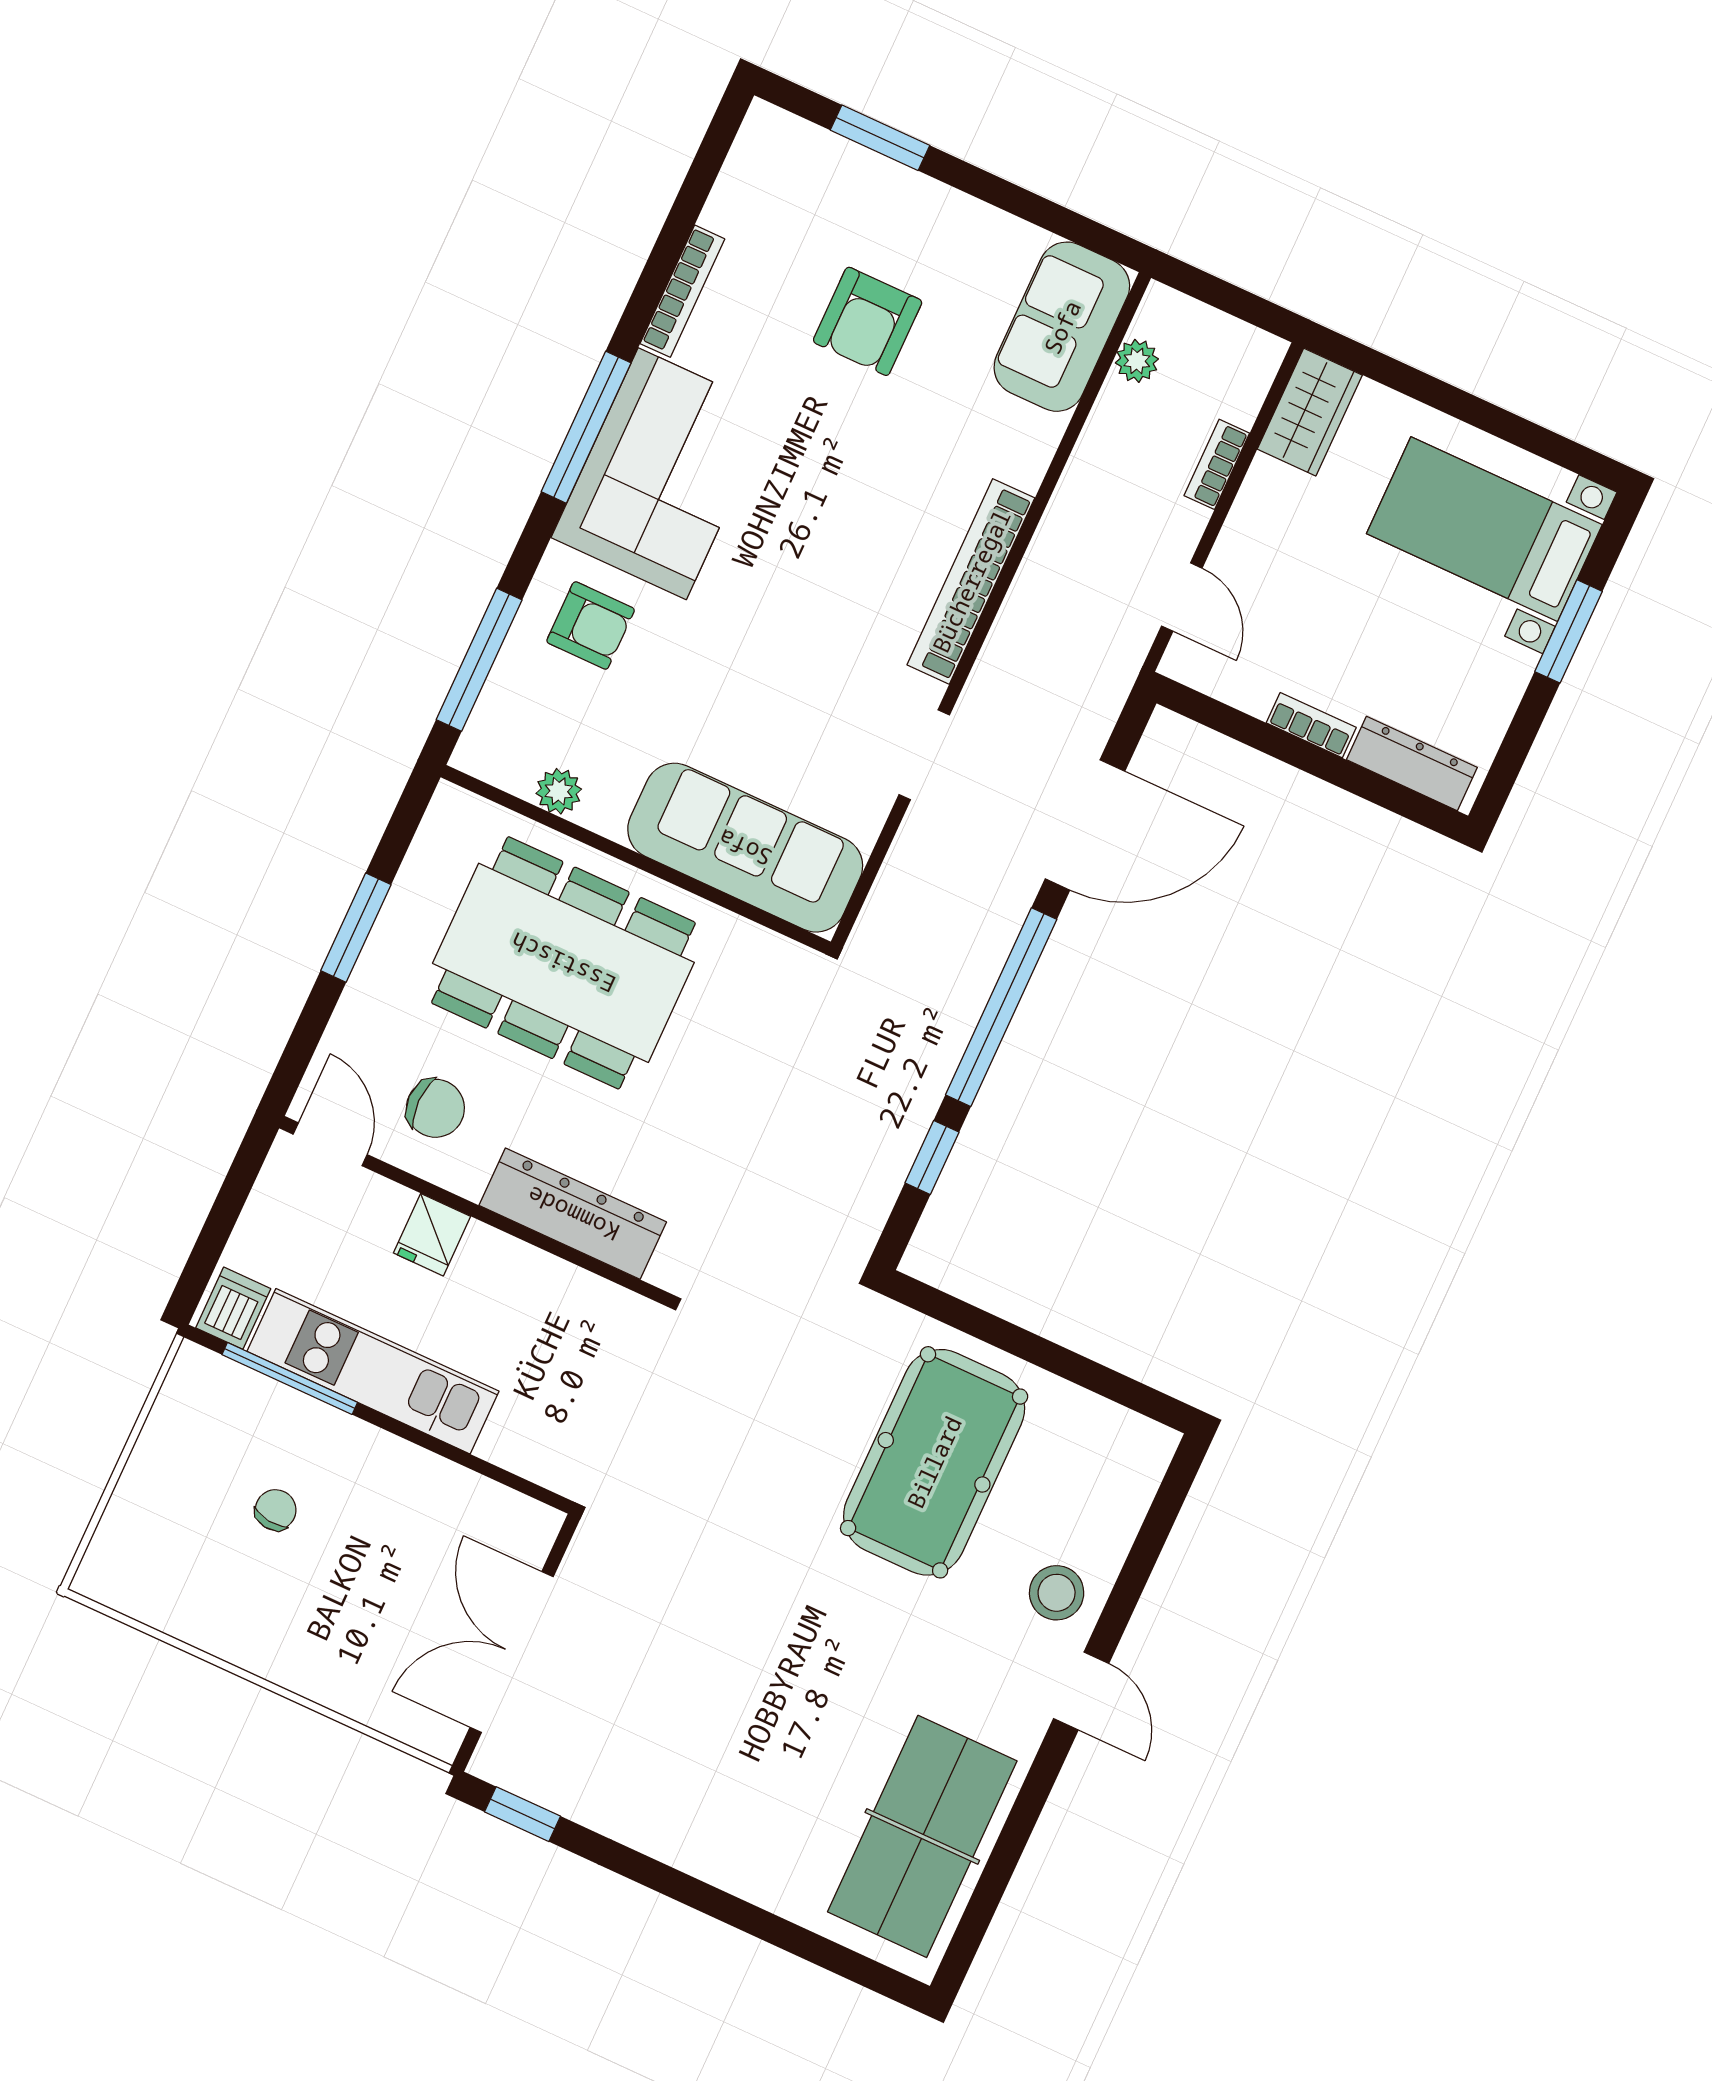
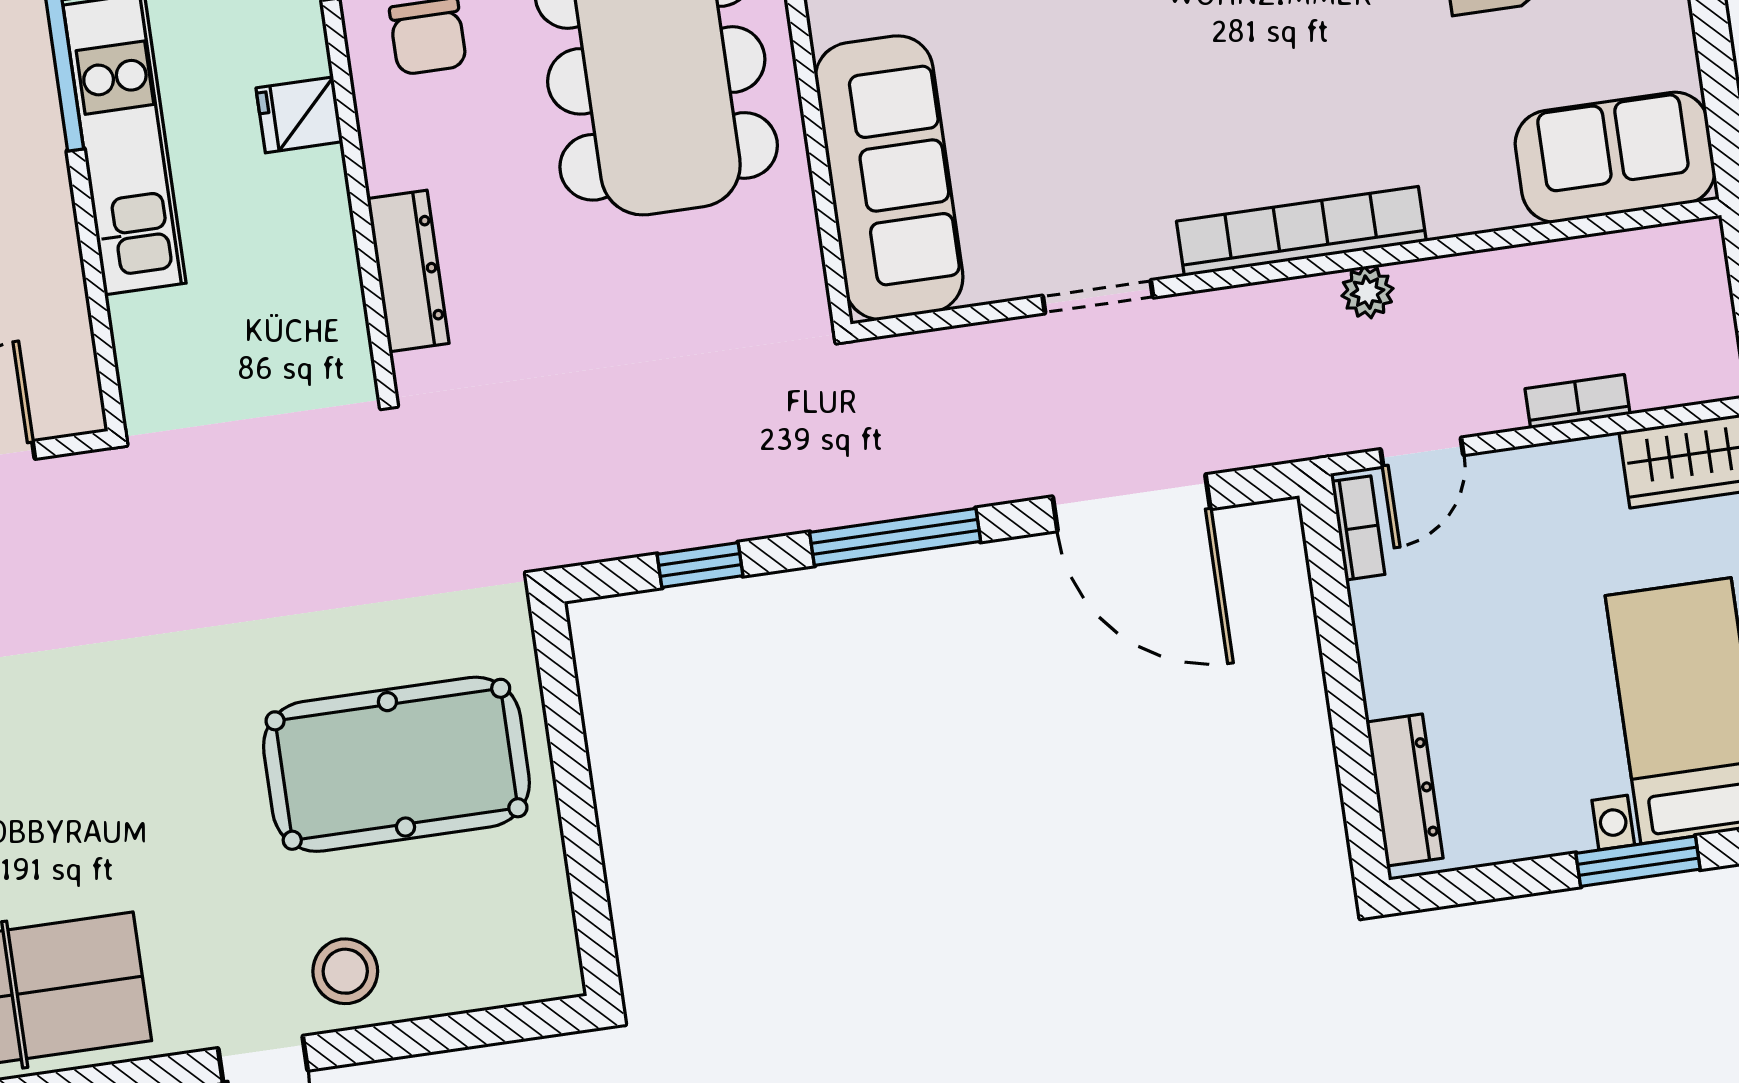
plant: (1137, 361) -> (1367, 292), moved
bookcase: (1311, 725) -> (1358, 528), moved
window: (1001, 1007) -> (895, 537), width x0.68
dresser: (573, 1214) -> (408, 271), width x0.73, depth x0.80

